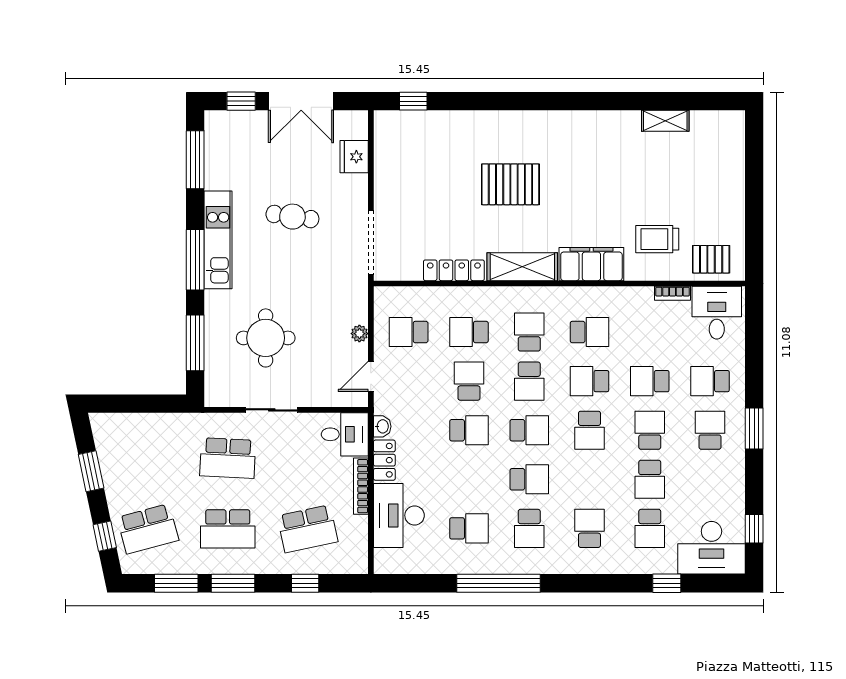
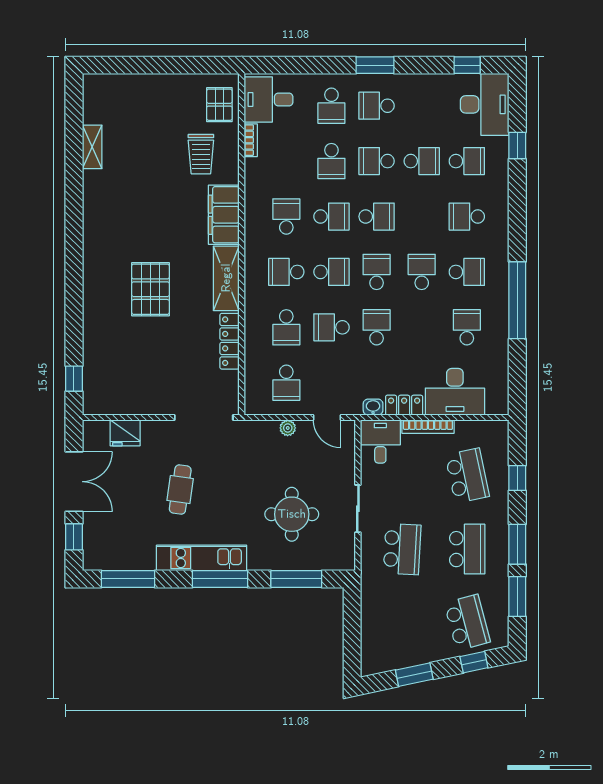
school desk: (589, 381) -> (331, 217), turned -90

